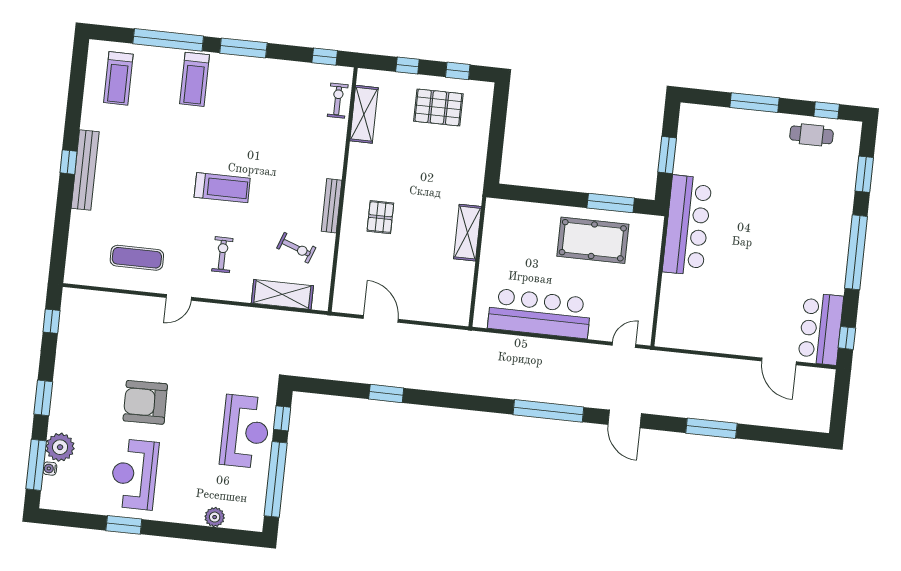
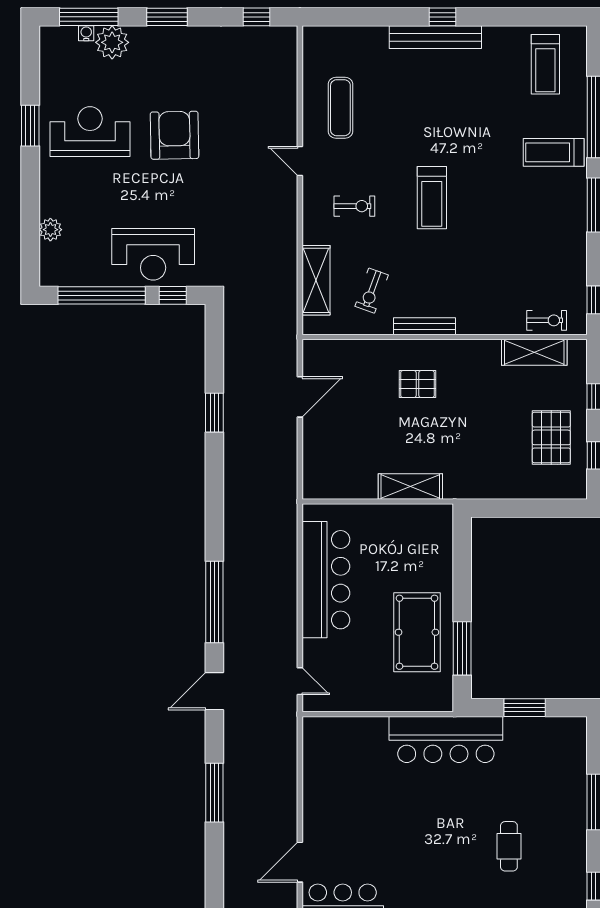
treadmill: (118, 78) -> (545, 64), turned -90
cafe table: (811, 135) -> (509, 846), moved

